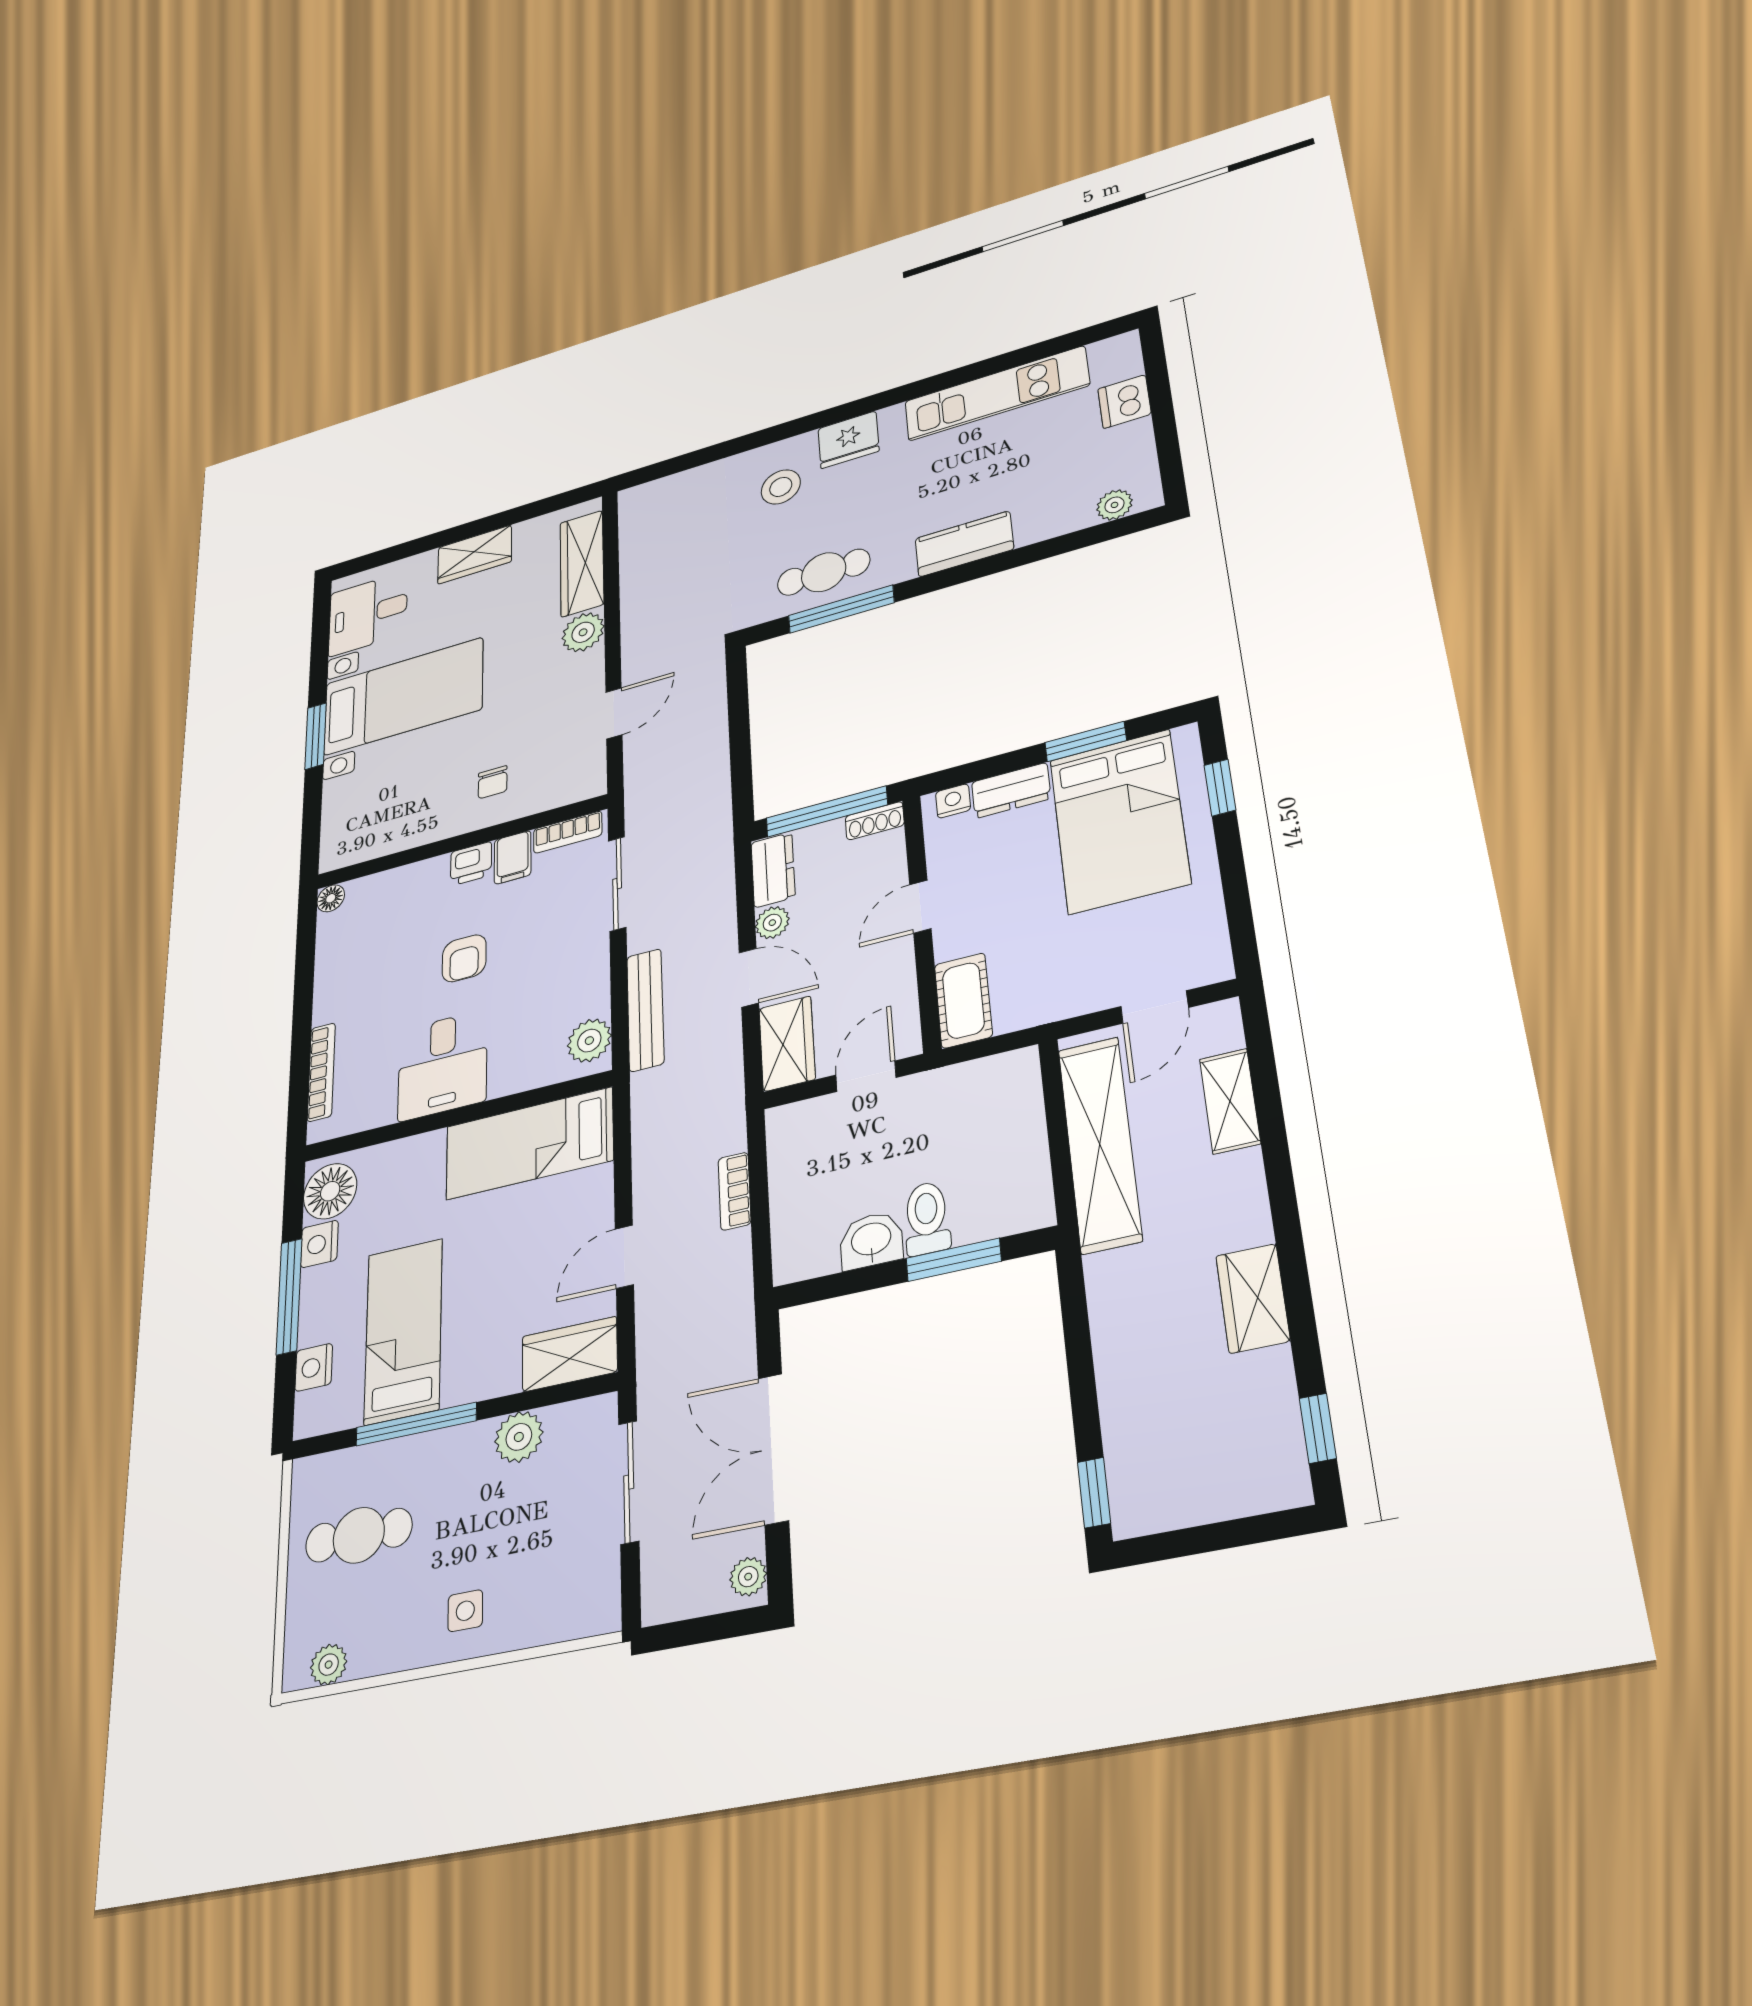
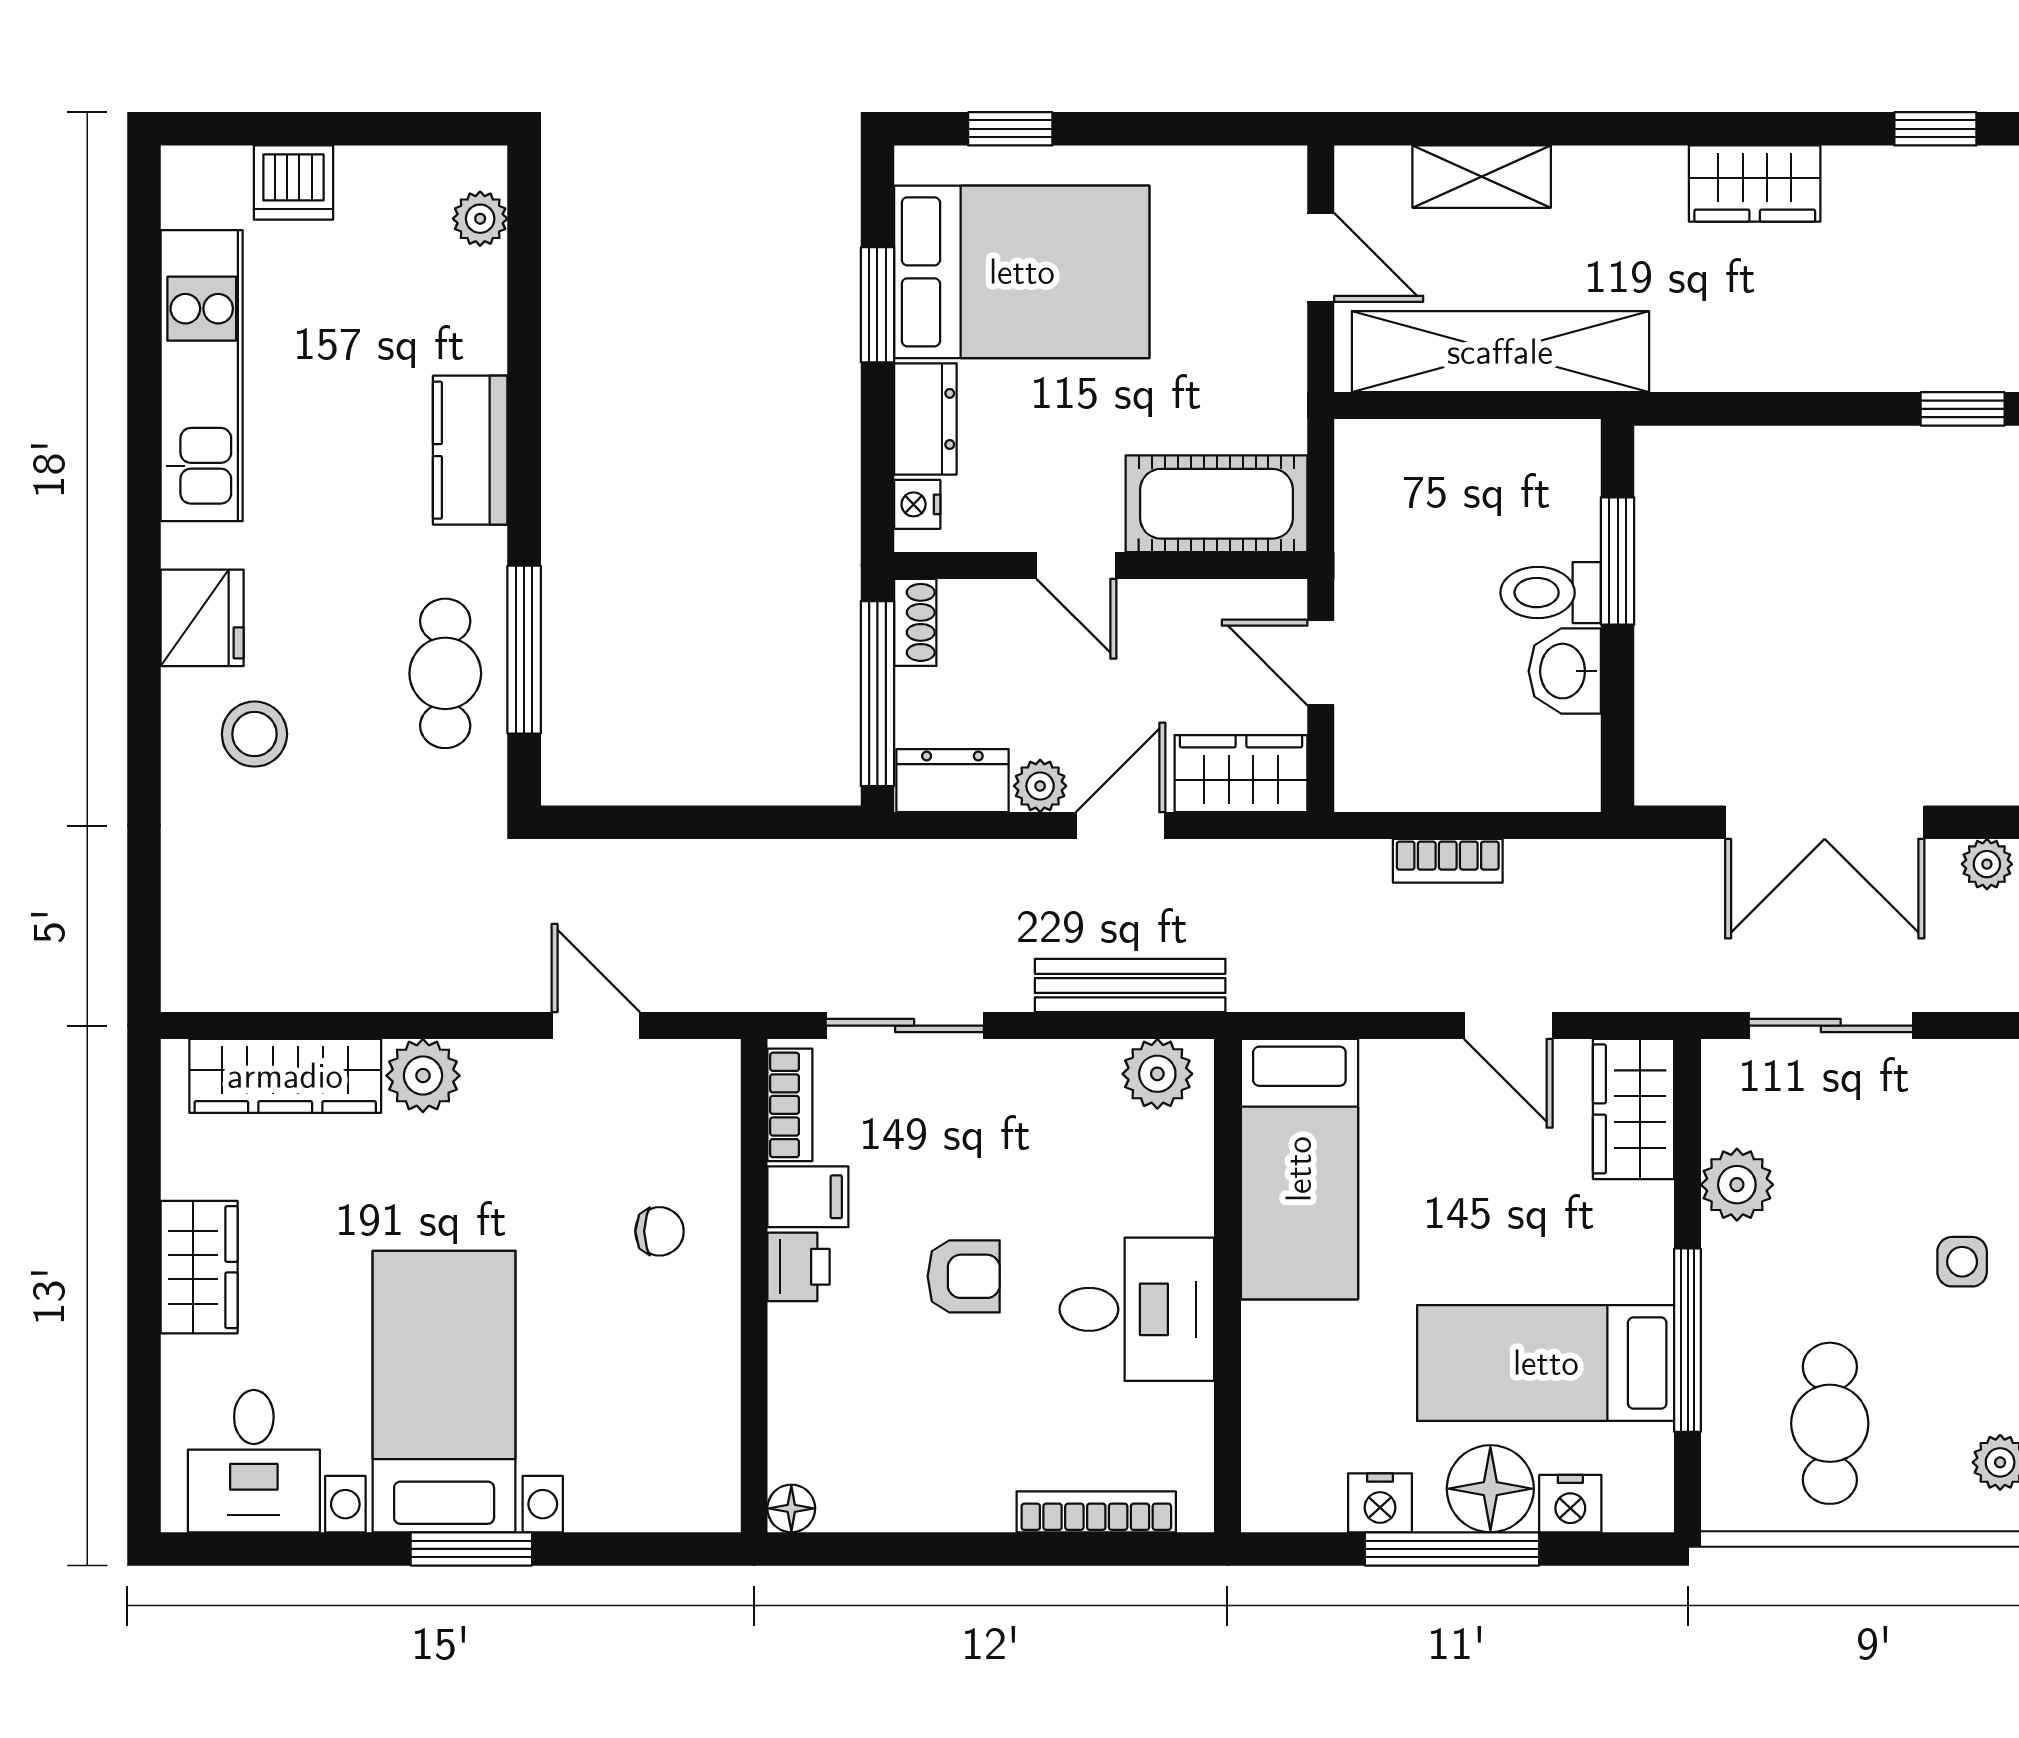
cot: (963, 1000) -> (1217, 504), width x1.37, depth x1.34
floor lamp: (330, 1191) -> (1490, 1489), moved

